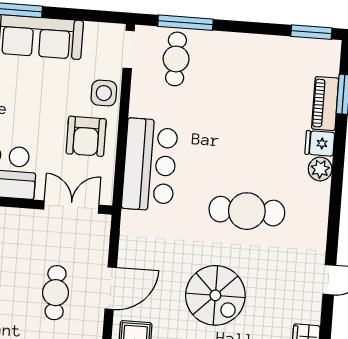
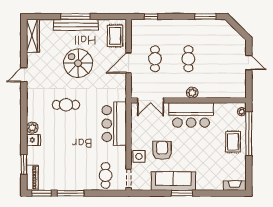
window: (185, 23) -> (71, 193), moved
piano: (325, 104) -> (32, 178), moved
armchair: (86, 136) -> (162, 150), moved
cafe table: (247, 211) -> (66, 105), width x0.73, depth x0.74

